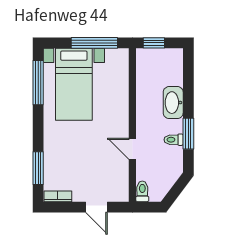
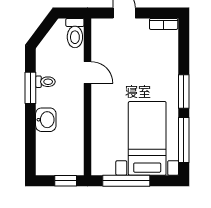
washbasin: (173, 103) -> (46, 120), width x0.72
window: (38, 168) -> (184, 91), moved
toilet: (142, 191) -> (75, 33), width x1.37, depth x1.39

